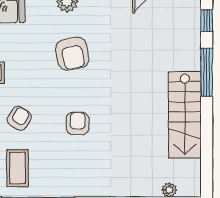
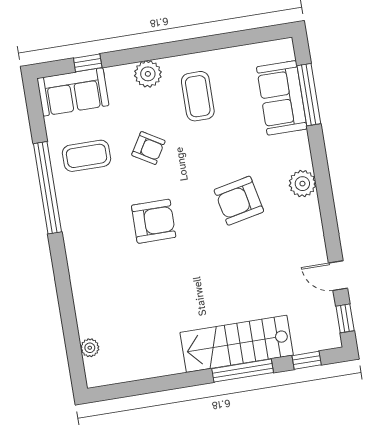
stairs: (185, 115) -> (237, 344), moved
armchair: (78, 124) -> (154, 221), width x1.38, depth x1.38

